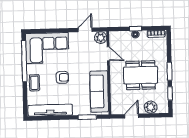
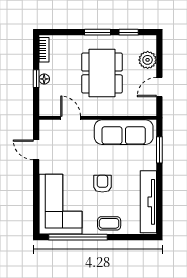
plant: (101, 38) -> (47, 128), removed
door: (108, 54) -> (71, 118), hinge flipped
door: (132, 116) -> (159, 87), hinge flipped

